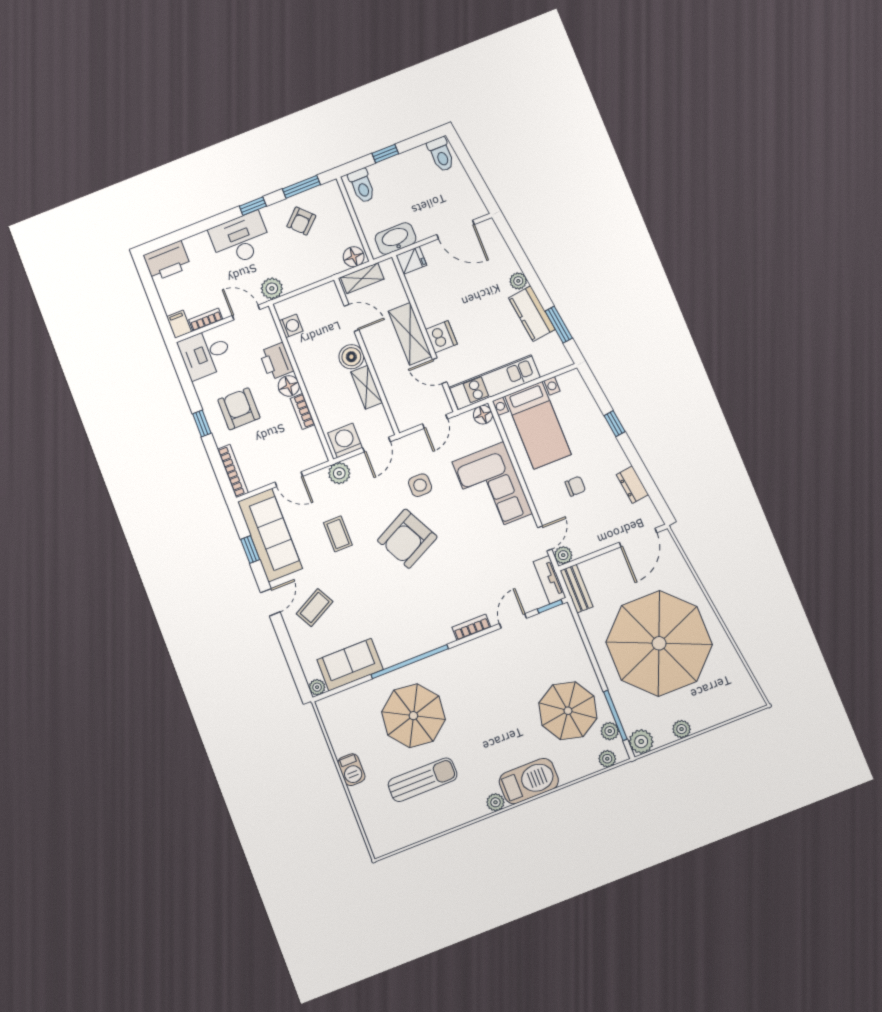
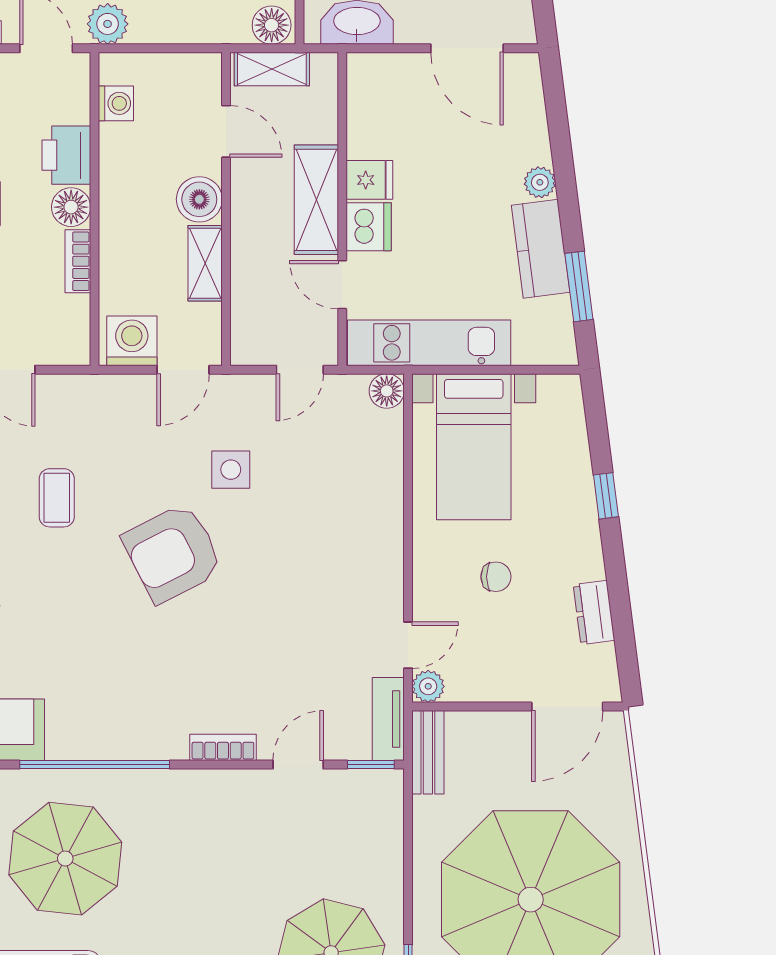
fridge: (411, 260) -> (369, 180), moved
plant: (339, 473) -> (100, 394), removed
corner sofa: (492, 488) -> (353, 523), removed

